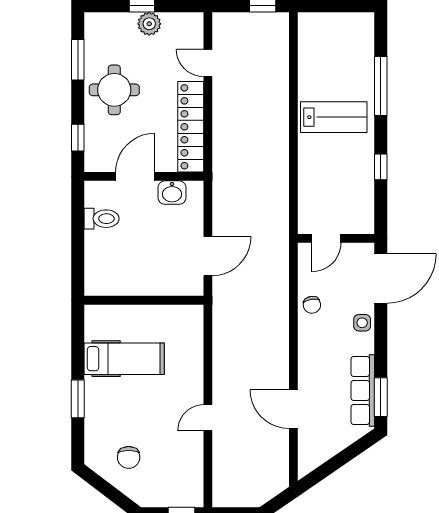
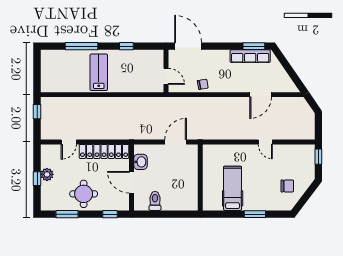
door: (208, 256) -> (176, 142), hinge flipped
side table: (362, 323) -> (213, 57), removed

